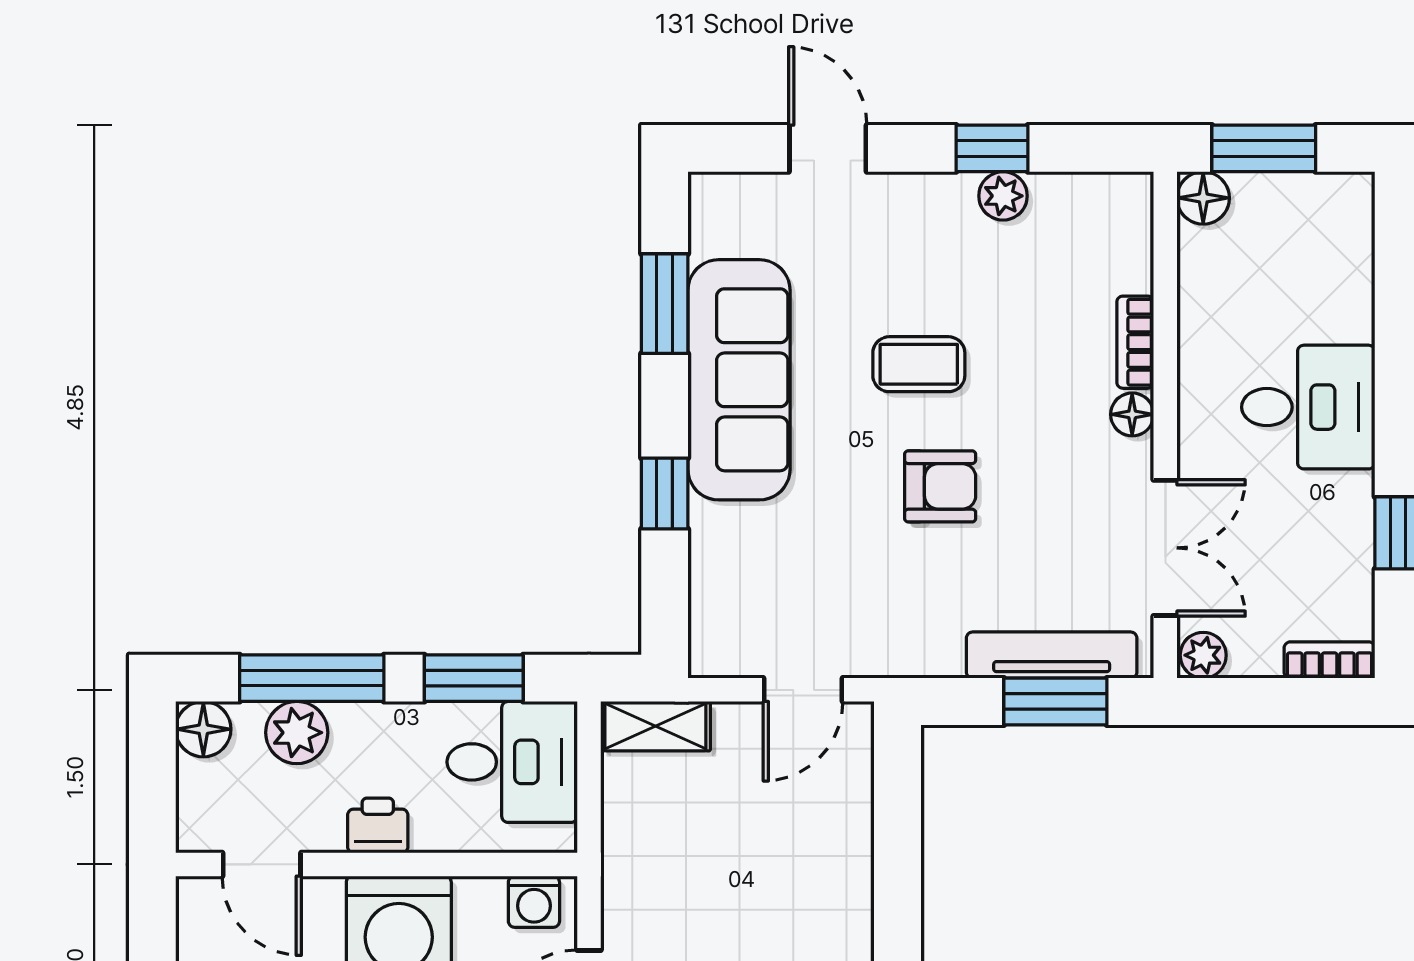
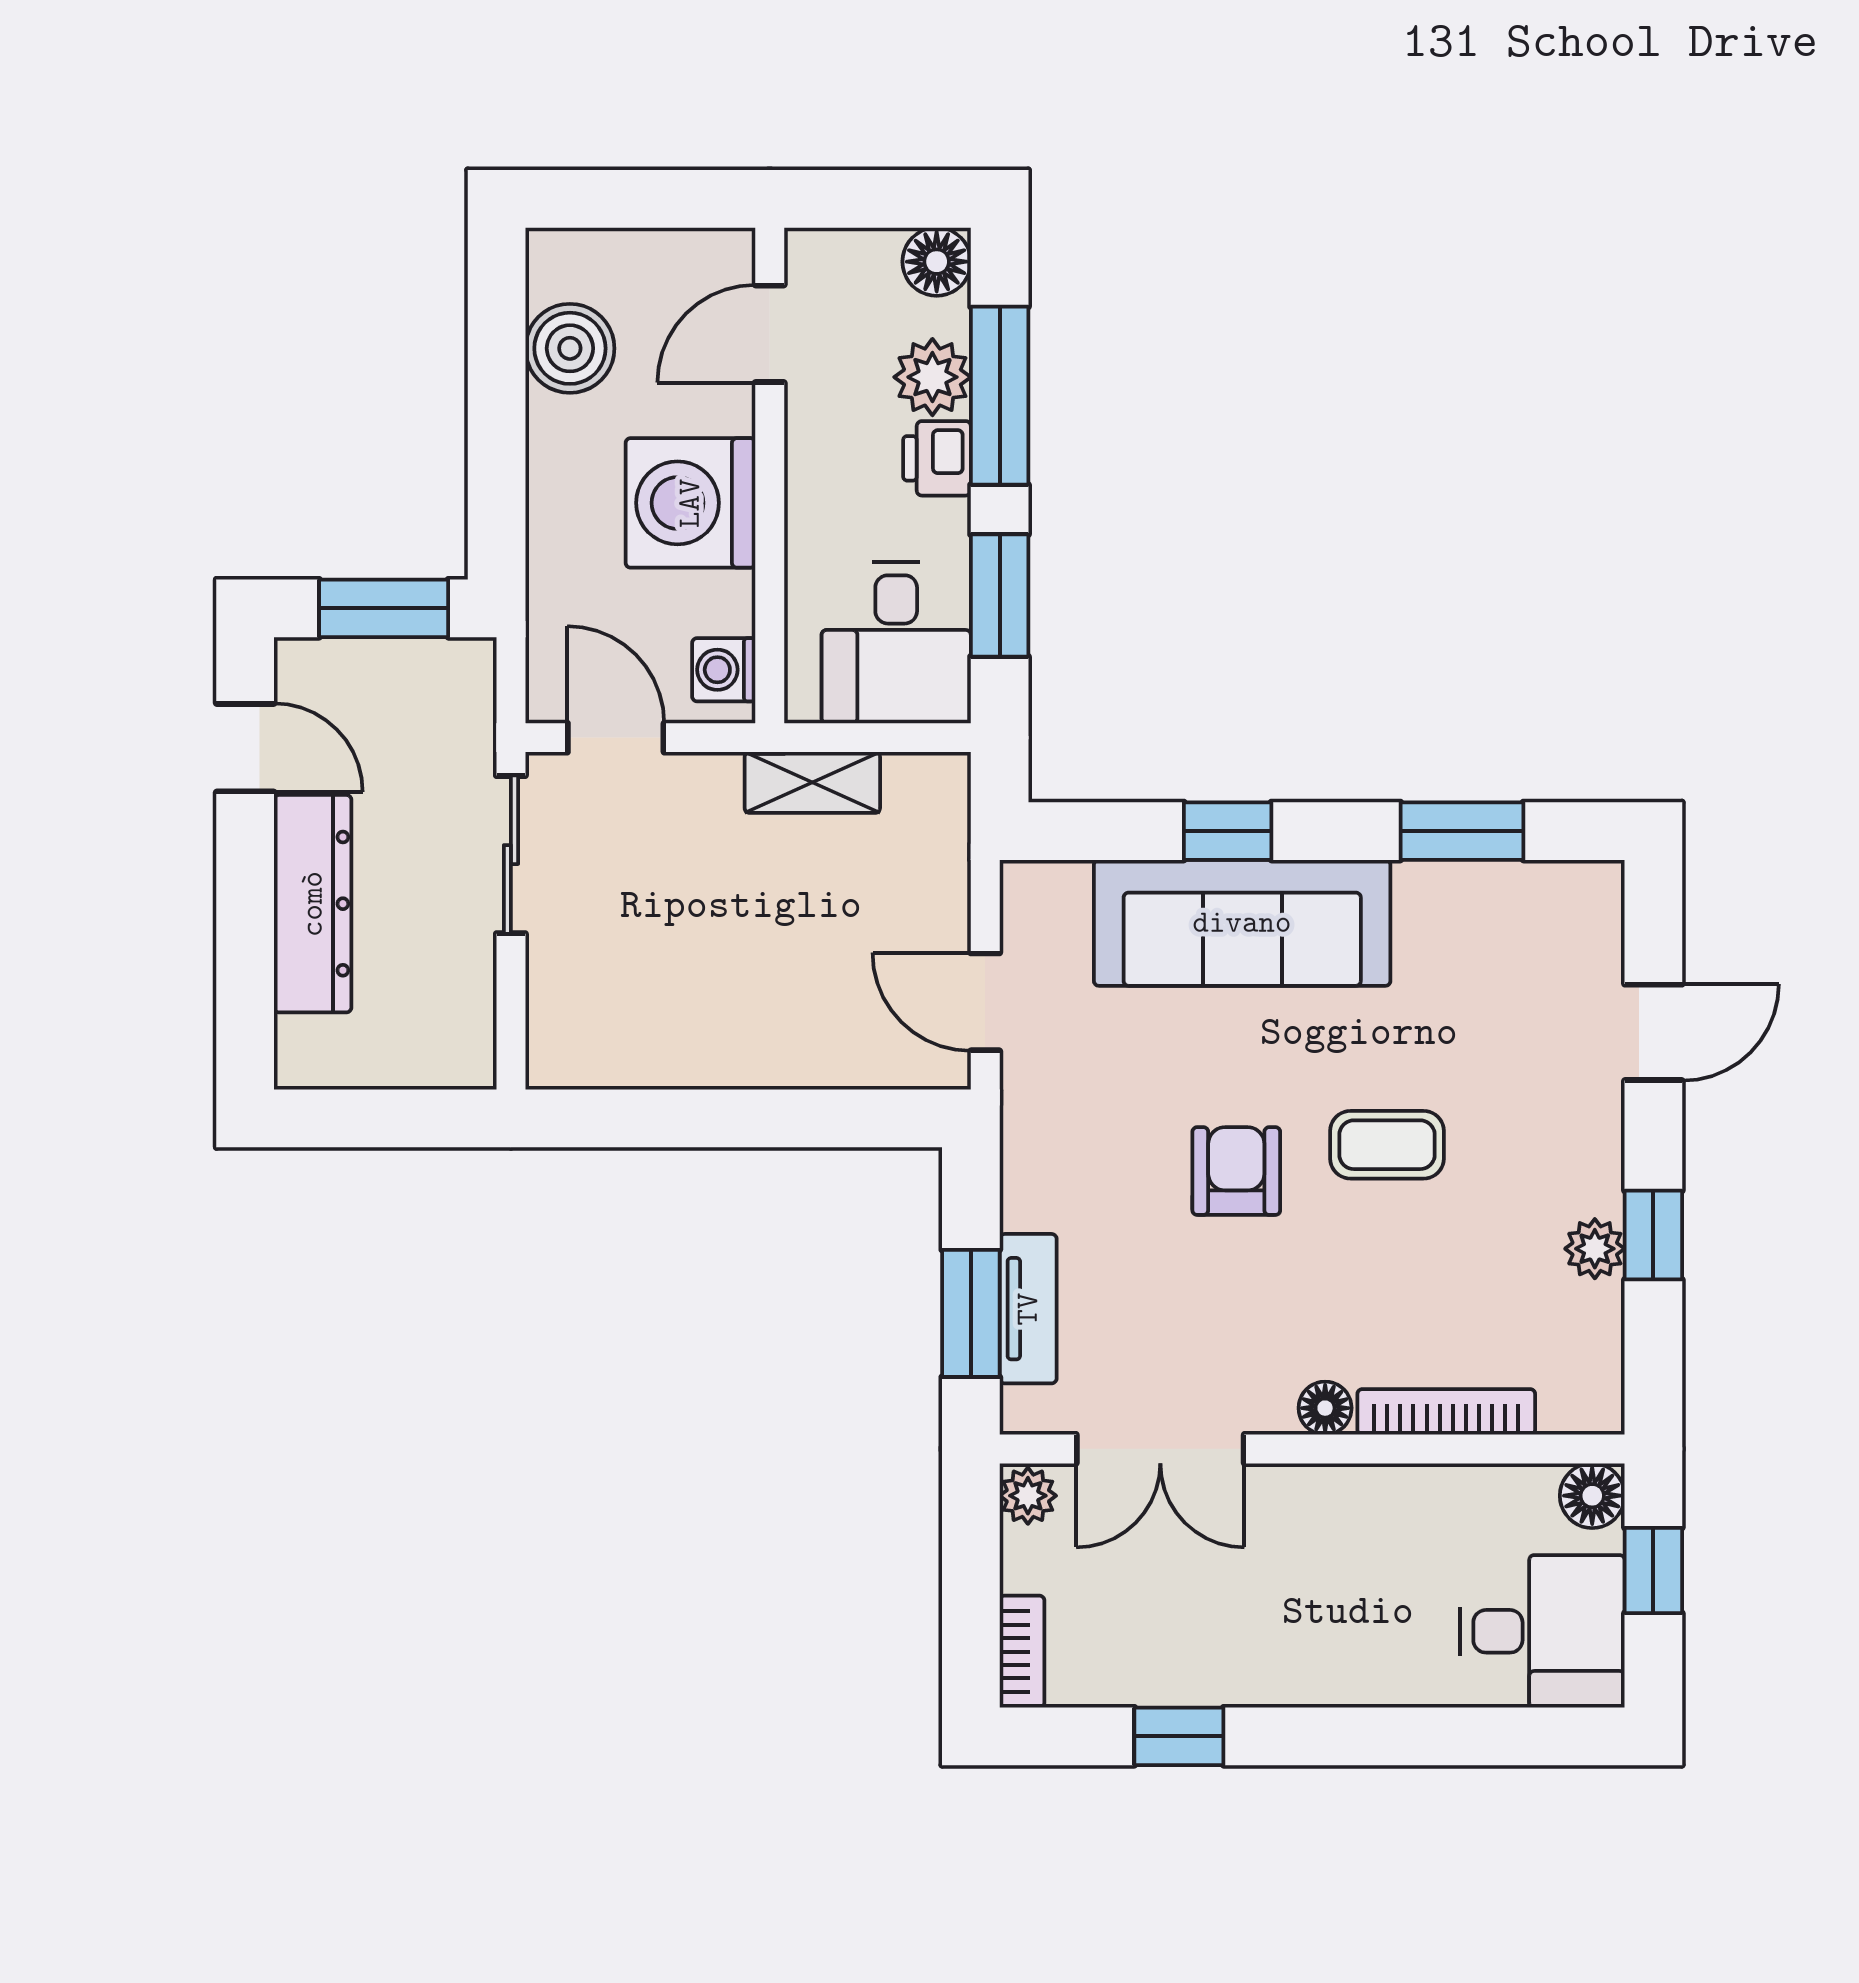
window: (1264, 148) -> (1653, 1570), width x0.67
bookcase: (1135, 342) -> (1446, 1412), width x1.56
coffee table: (919, 364) -> (1387, 1145), turned 90
sofa: (739, 380) -> (1242, 923), moved
desk: (1308, 407) -> (1542, 1631), moved, turned -90
armchair: (940, 486) -> (1236, 1171), turned 180
tv unit: (1052, 655) -> (1028, 1309), width x0.71
shelving: (655, 726) -> (812, 782), moved, turned 90
printer: (378, 825) -> (937, 458), moved, turned 180

